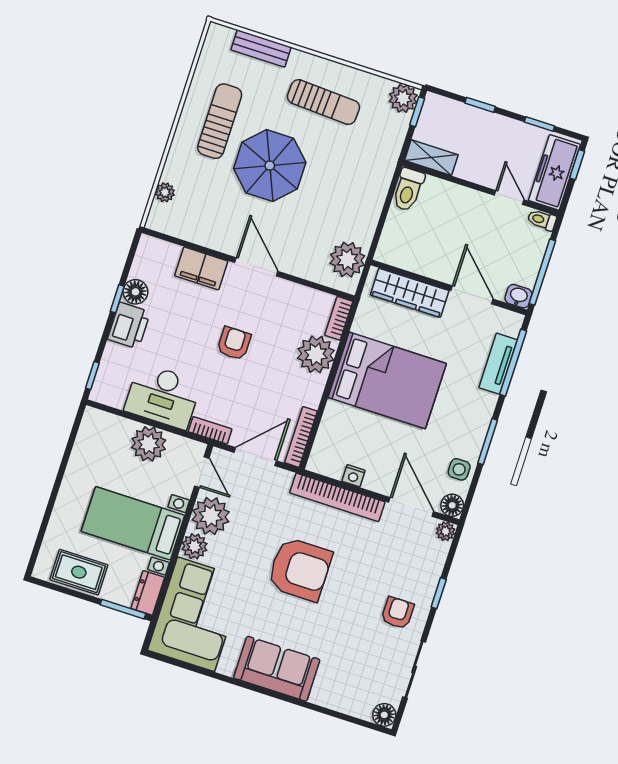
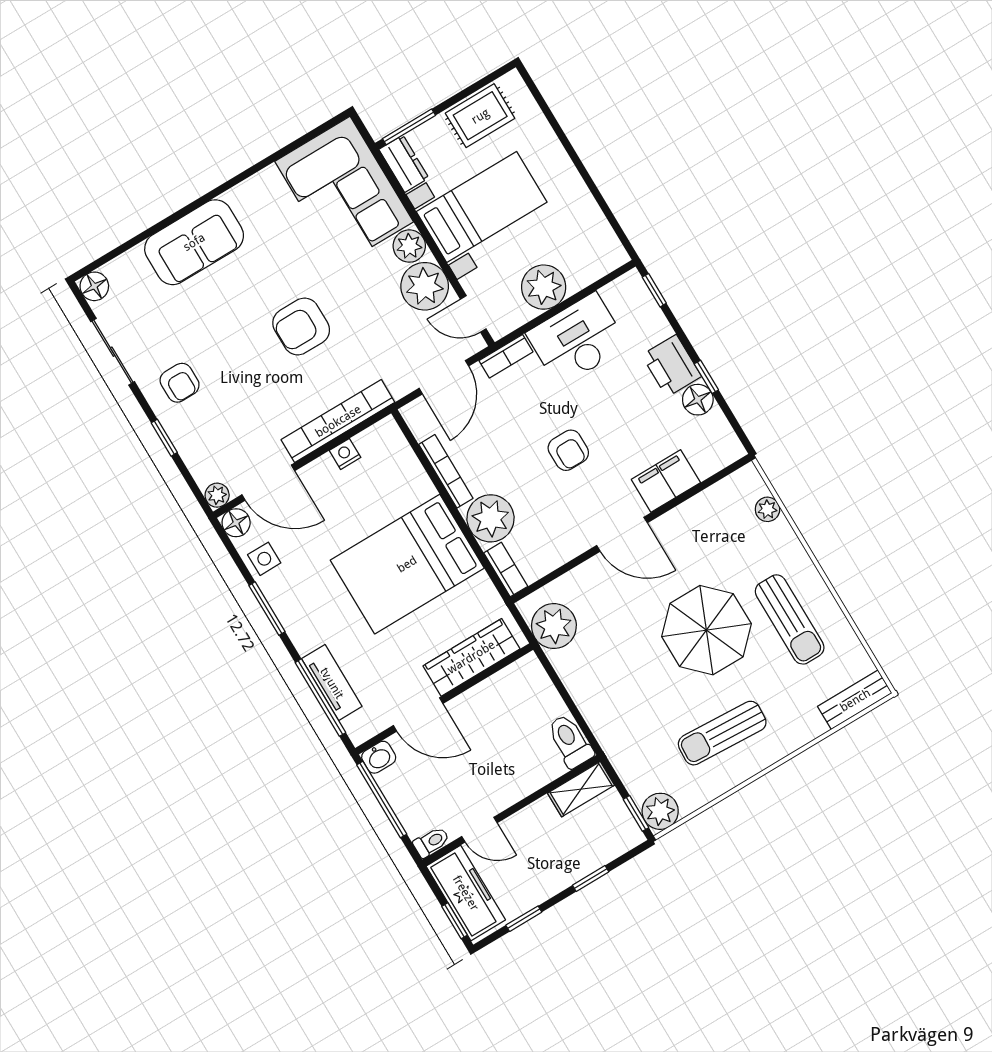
bench: (261, 49) -> (855, 700), moved
bookcase: (301, 437) -> (446, 471), moved
armchair: (300, 569) -> (301, 326), width x0.73, depth x0.73
sofa: (277, 669) -> (194, 242), moved

